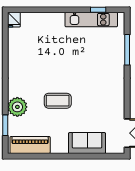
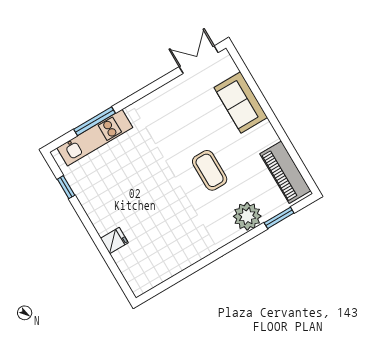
fridge: (14, 20) -> (114, 241), moved
kitchen unit: (91, 20) -> (95, 138), moved, turned 90

